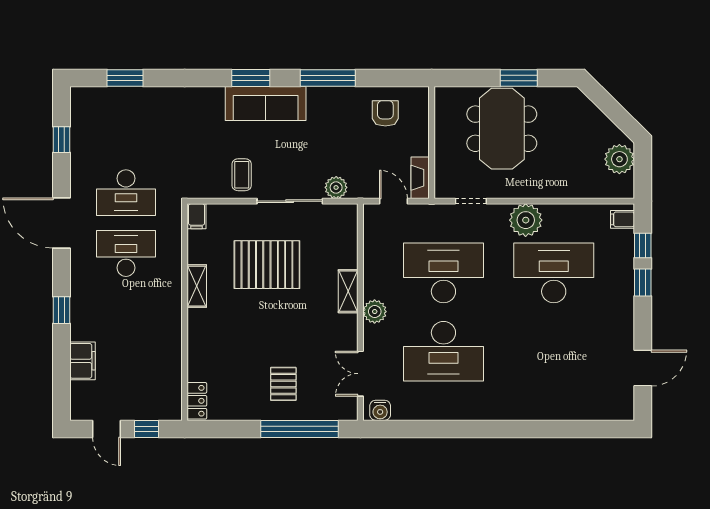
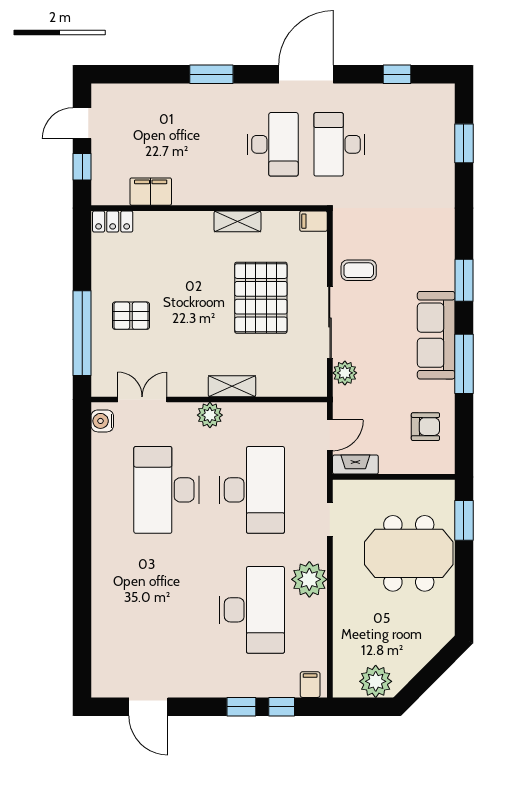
window: (519, 78) -> (464, 520), moved
sofa: (266, 104) -> (436, 335), moved
window: (61, 310) -> (211, 74), width x1.50
filing cabinet: (83, 361) -> (151, 192), moved, turned 180

